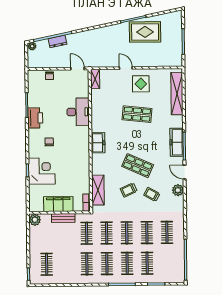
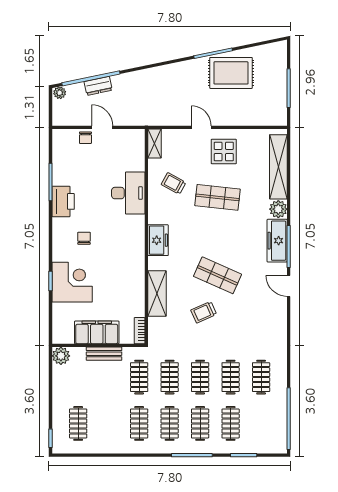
door: (77, 69) -> (102, 127), moved
shelving: (98, 190) -> (157, 293), moved
plant: (178, 190) -> (278, 209), moved
trolley: (152, 194) -> (174, 183), moved

